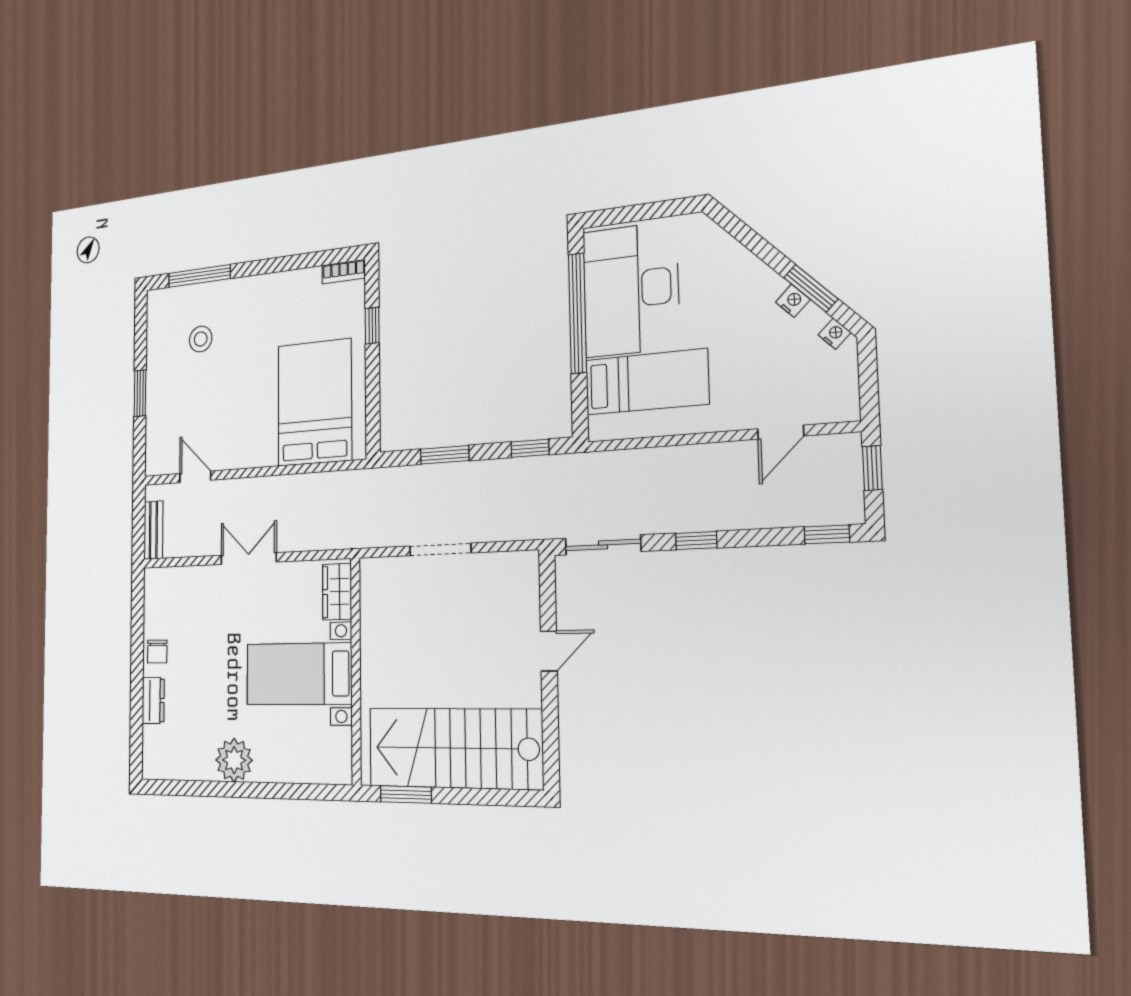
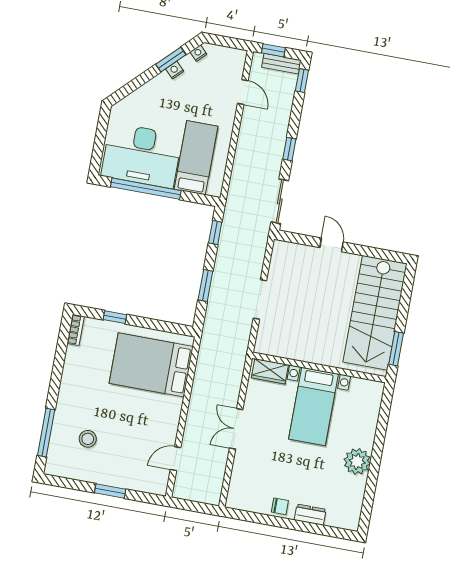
bench: (153, 530) -> (281, 64), moved

